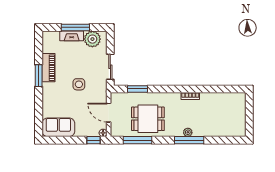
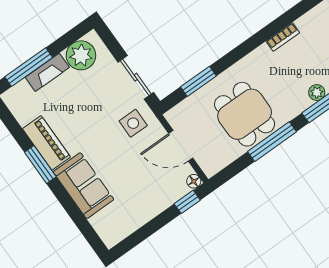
window: (75, 27) -> (29, 67), moved
side table: (79, 84) -> (133, 123), moved
dining table: (148, 119) -> (245, 114), turned 90
sofa: (58, 127) -> (83, 186), moved, turned 90
window: (137, 140) -> (272, 142), moved

